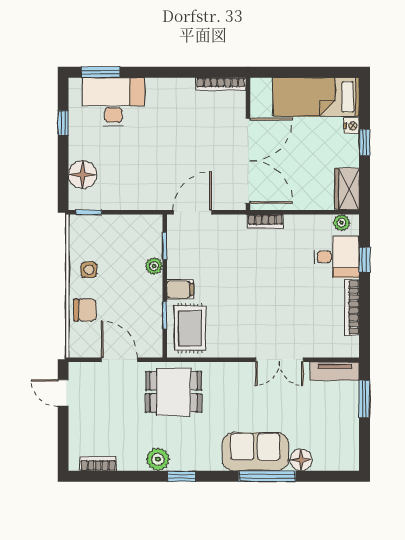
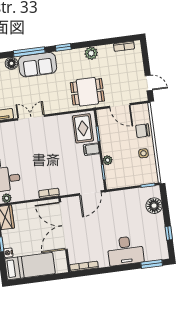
desk: (114, 102) -> (125, 251), moved
window: (181, 476) -> (63, 47), moved

